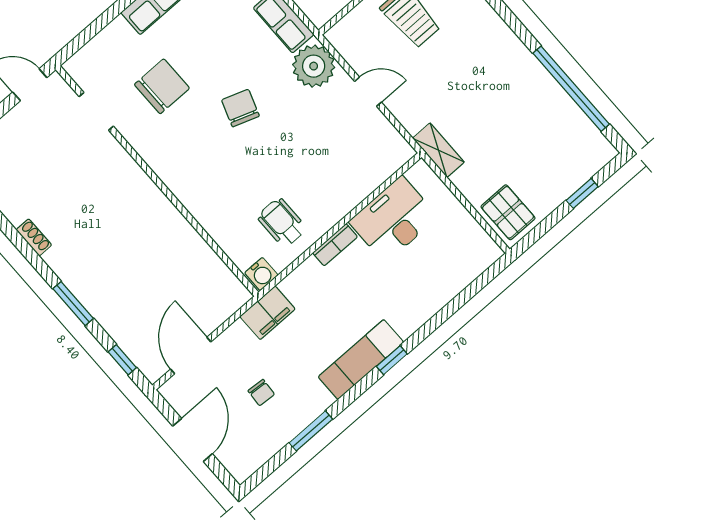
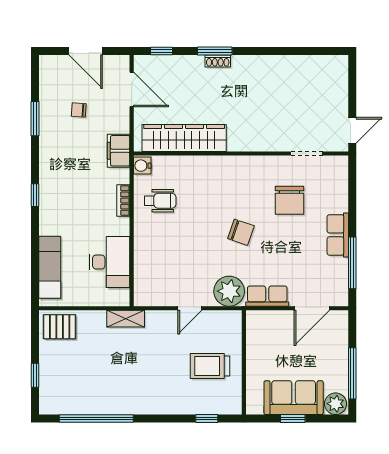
shoe rack: (34, 237) -> (218, 61), moved
bookcase: (335, 245) -> (123, 200), moved
wardrobe: (193, 255) -> (184, 138), added
exam couch: (361, 360) -> (50, 267), moved

